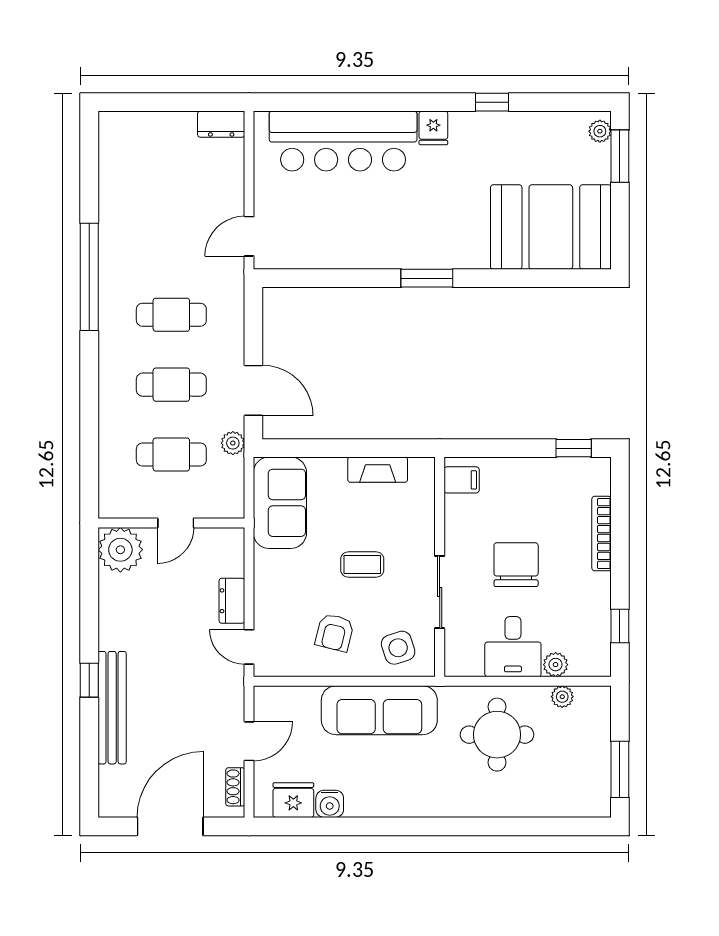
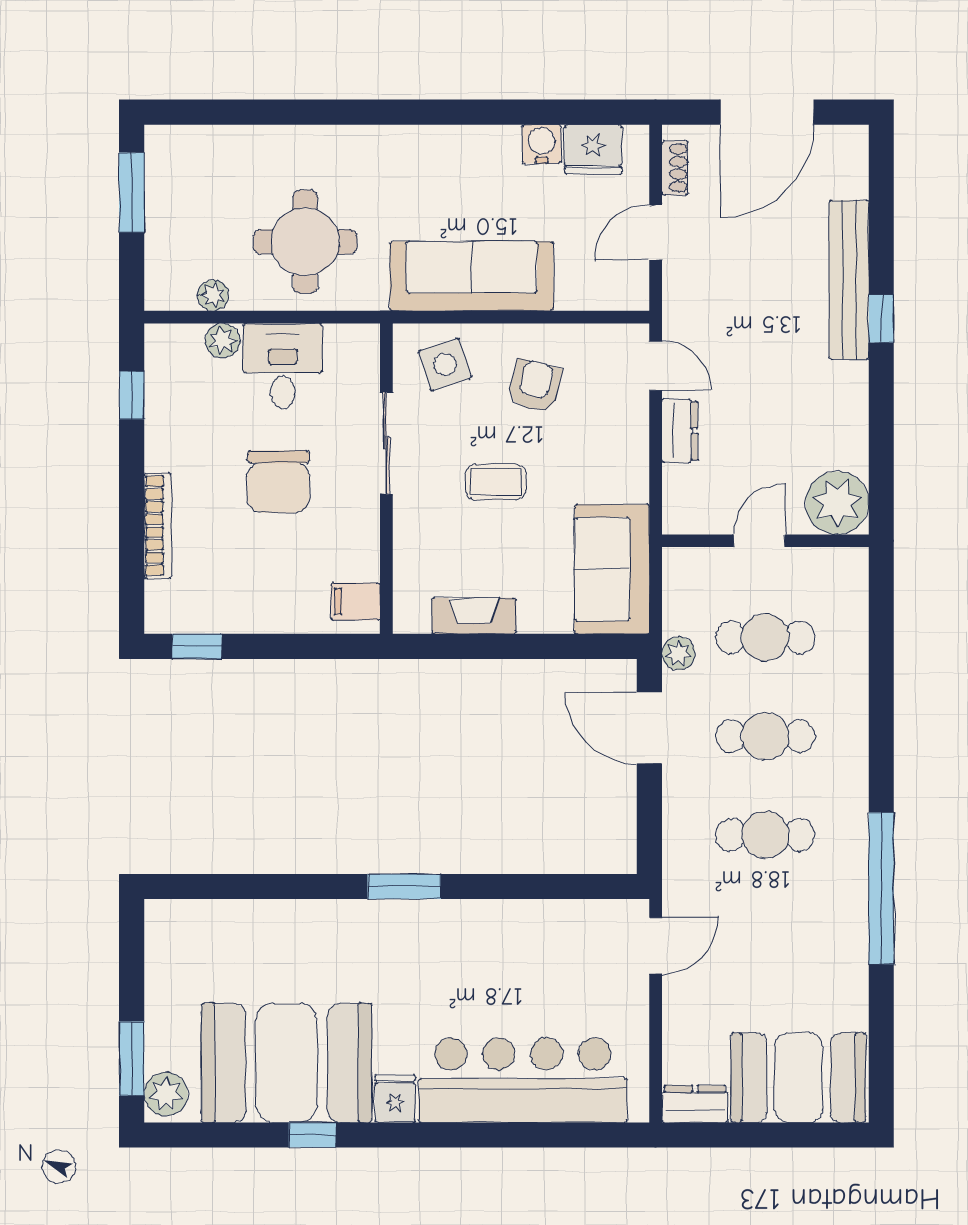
plant: (600, 131) -> (166, 1094), width x1.38, depth x1.38
booth: (148, 143) -> (798, 1078), added
booth: (551, 227) -> (287, 1063), moved

